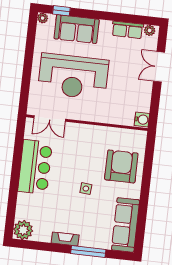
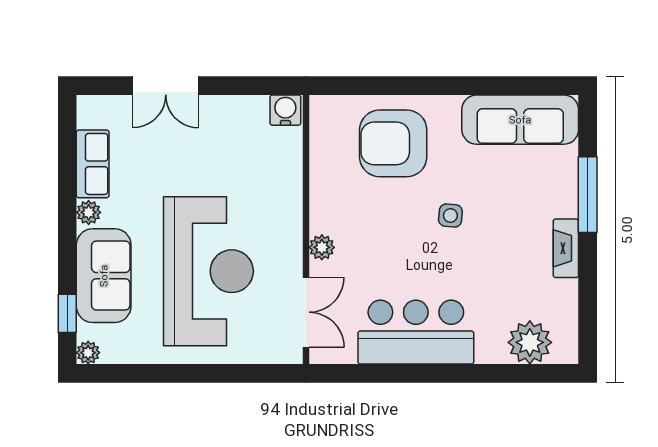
plant: (150, 30) -> (89, 212), moved
plant: (78, 129) -> (322, 247), added
plant: (23, 230) -> (530, 342), moved

